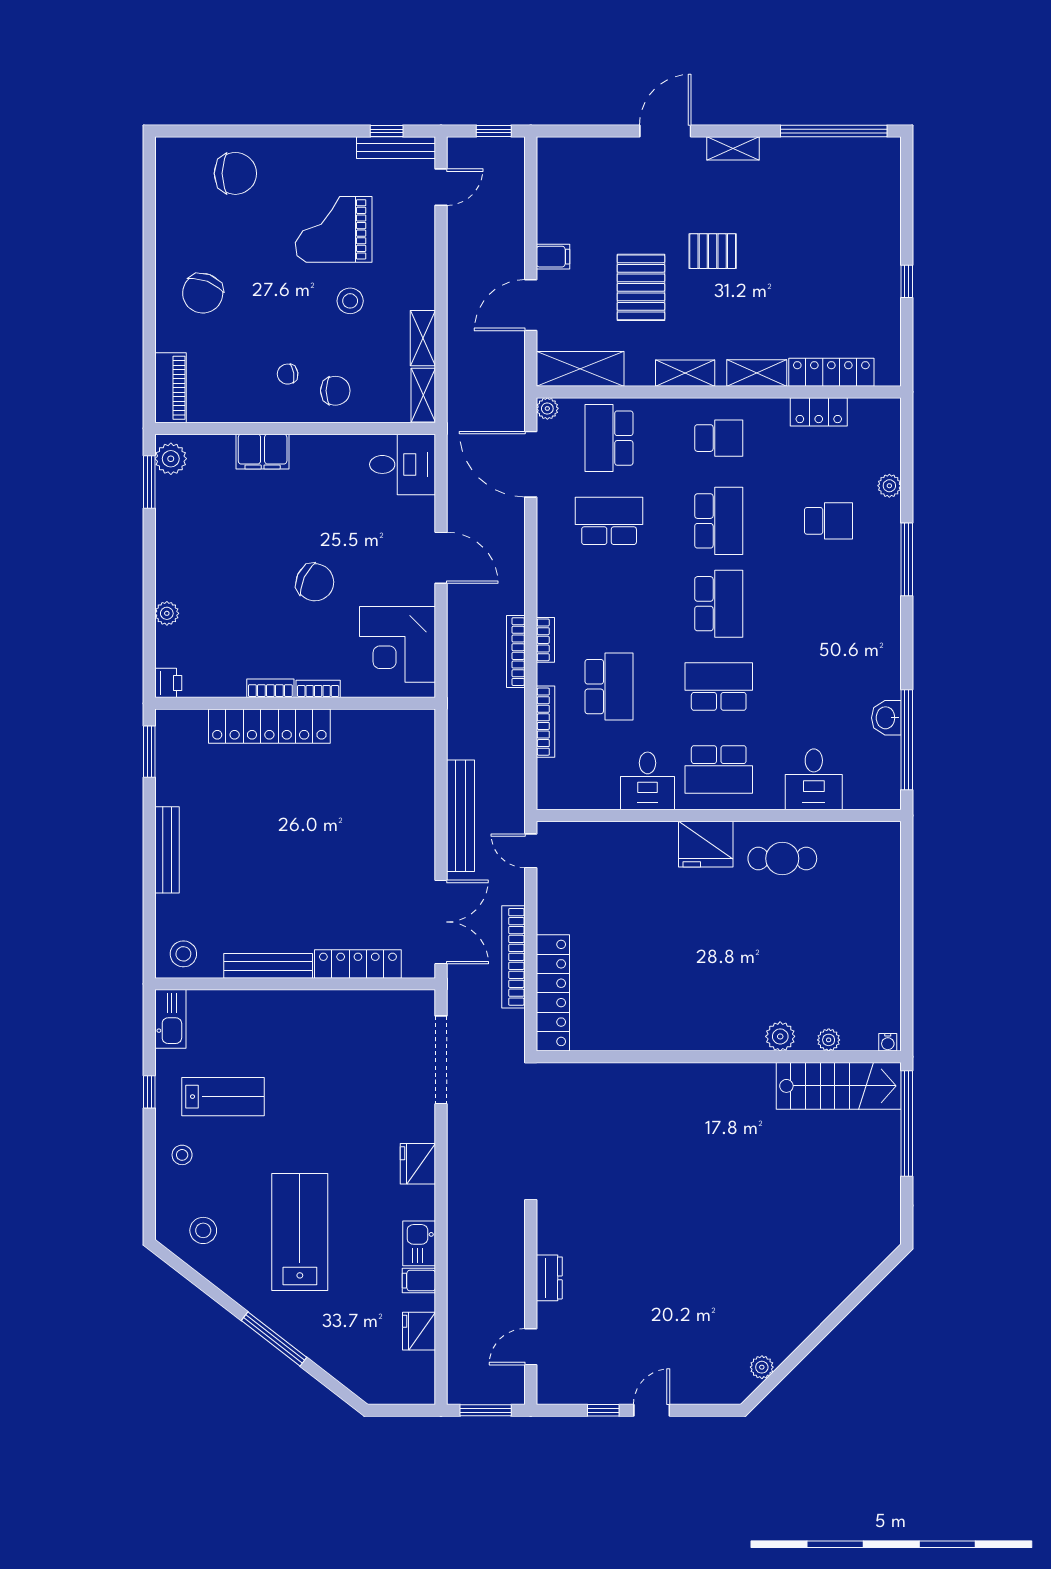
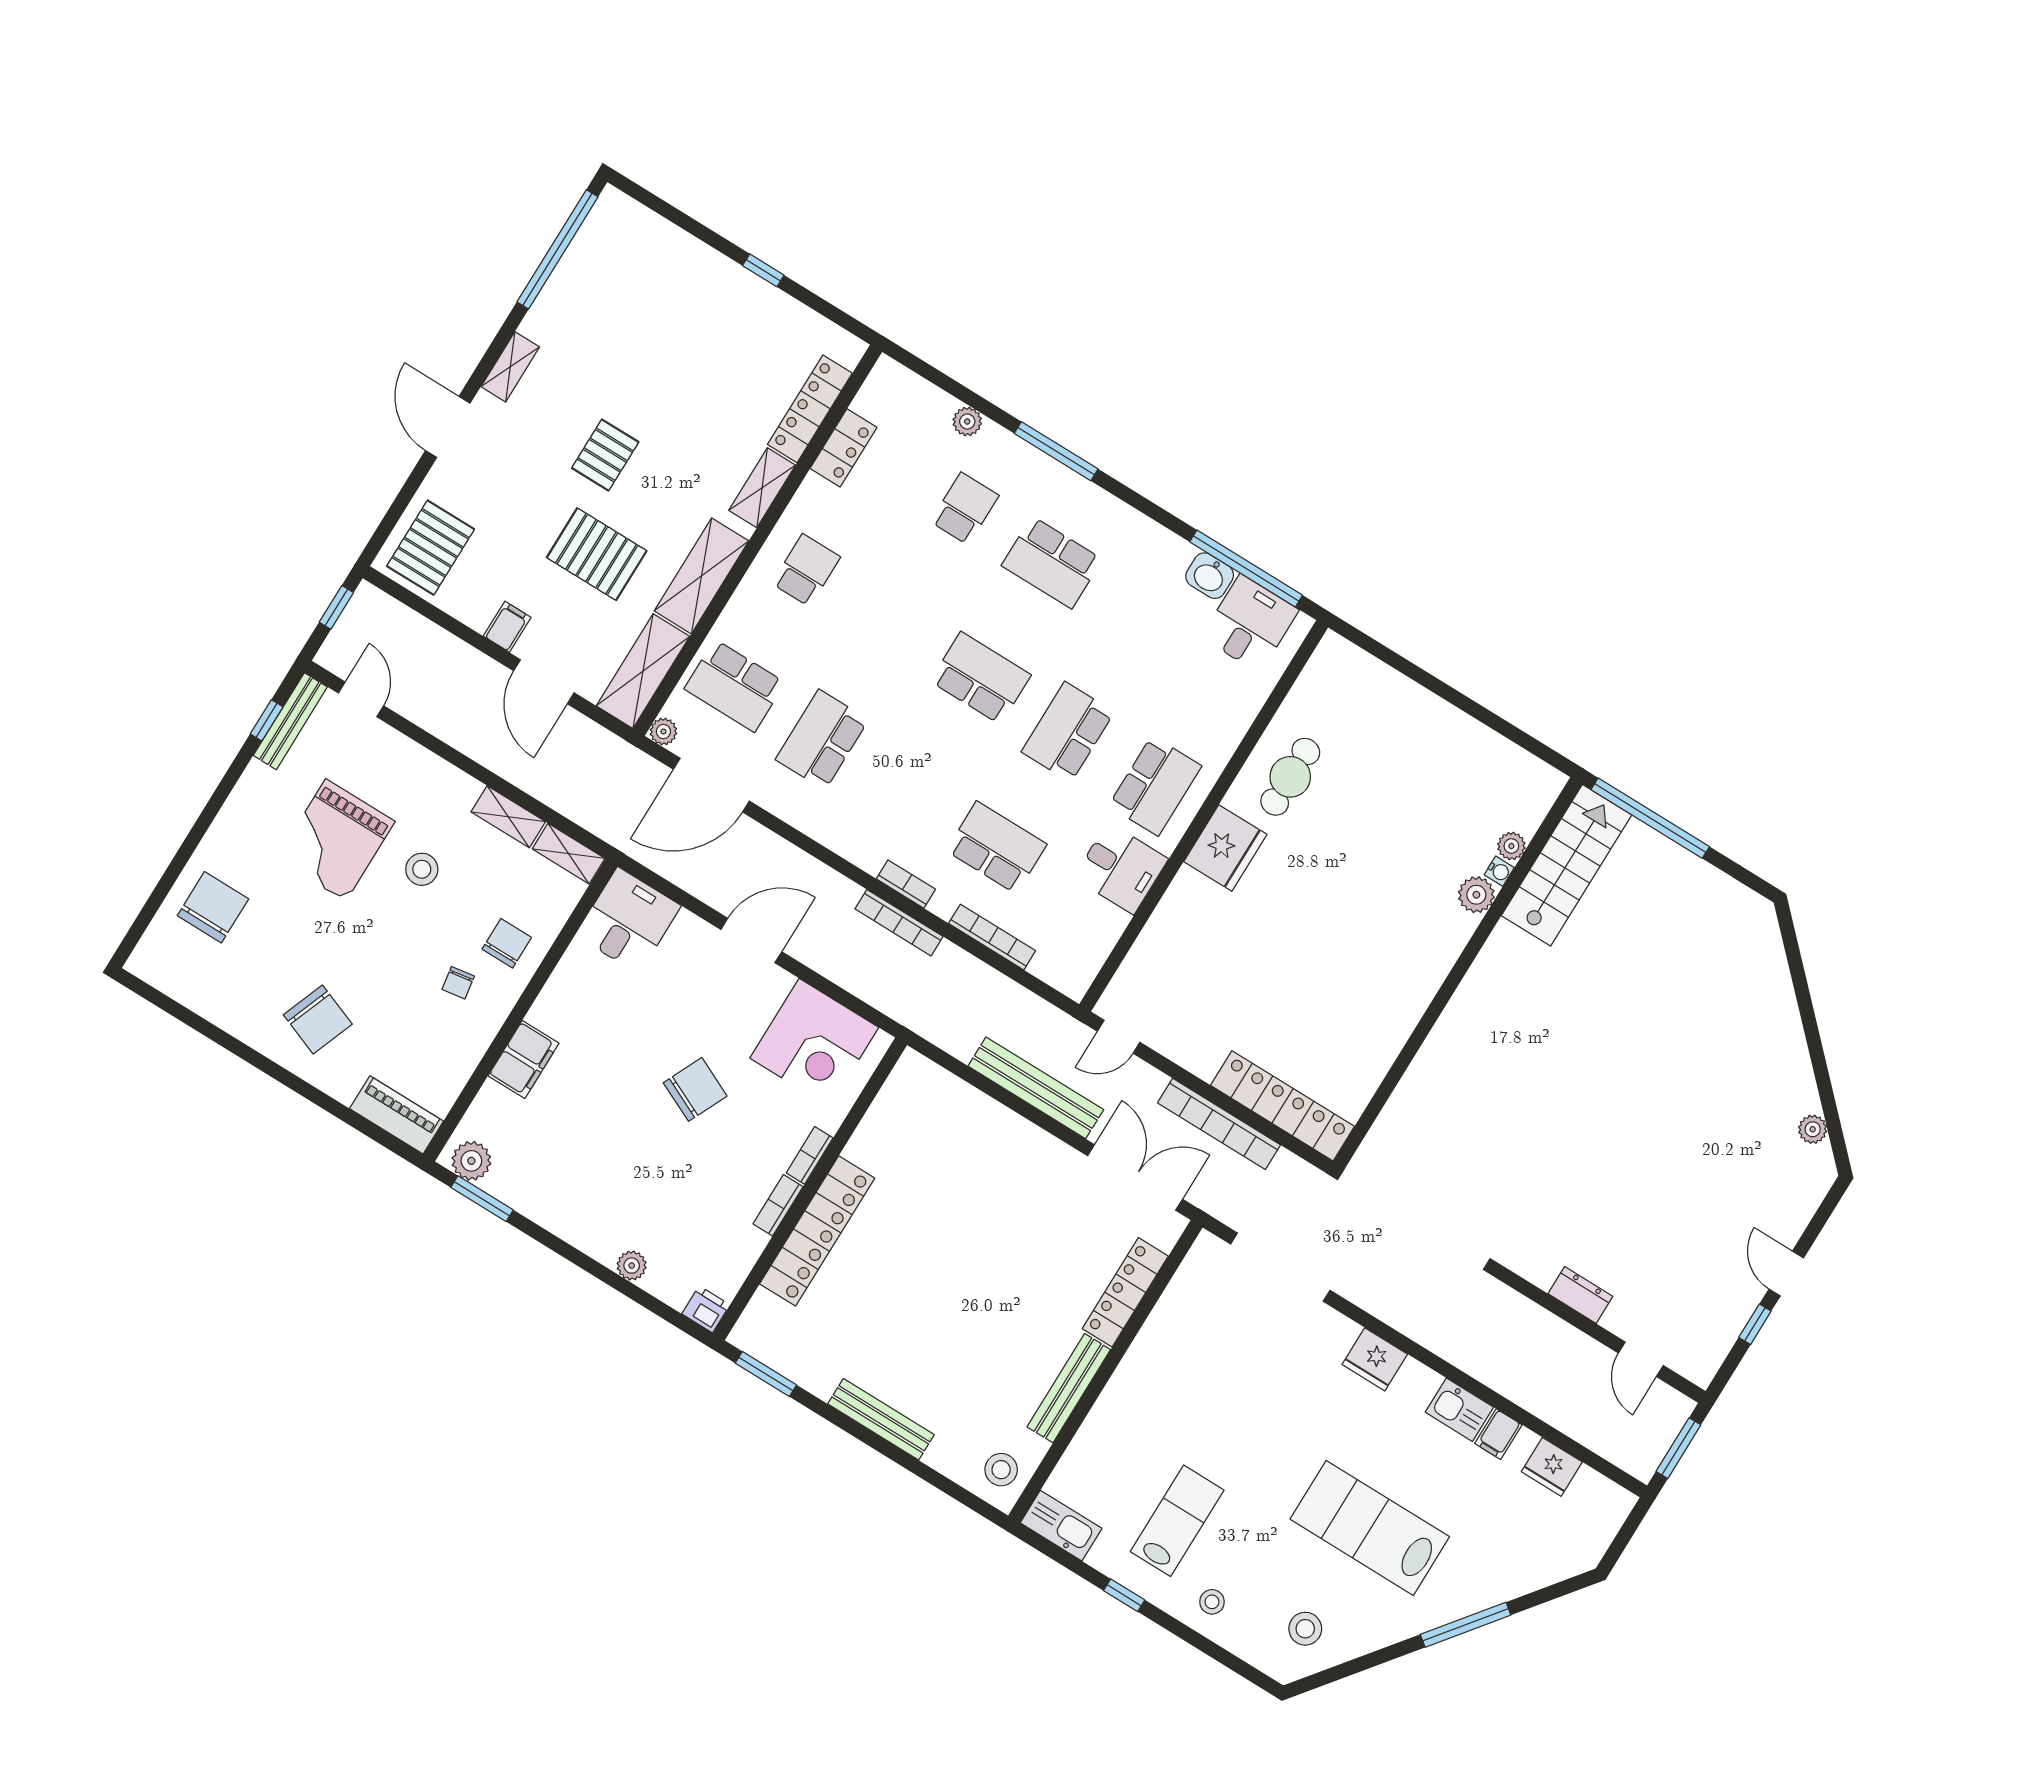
pallet: (575, 170) -> (431, 548), added
shelving: (685, 373) -> (702, 576), width x1.50, depth x1.33
school desk: (719, 521) -> (1052, 562), moved, turned 180
desk: (814, 779) -> (1250, 624), moved, turned -90
water cooler: (888, 1042) -> (1499, 871), moved

